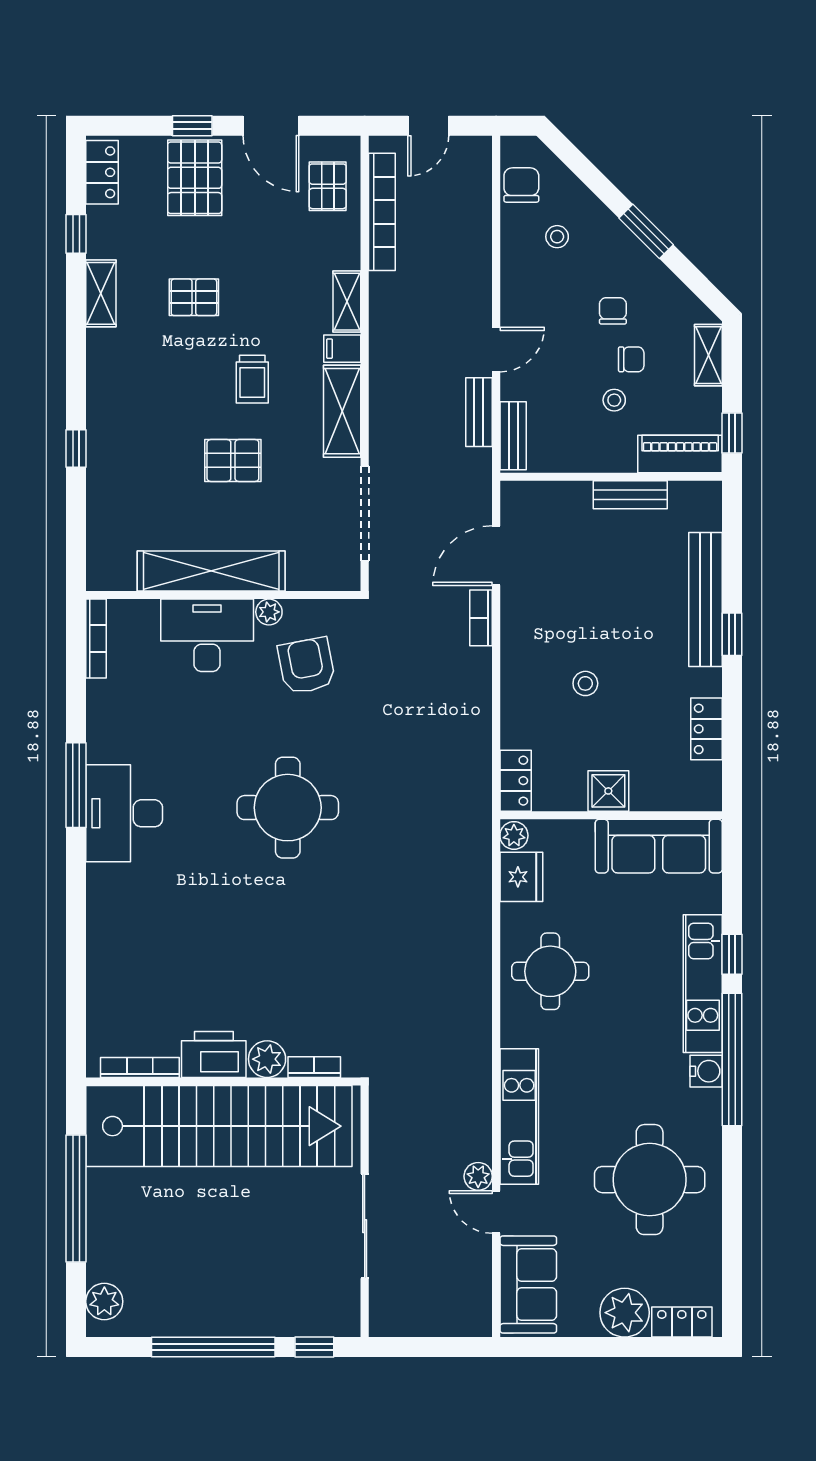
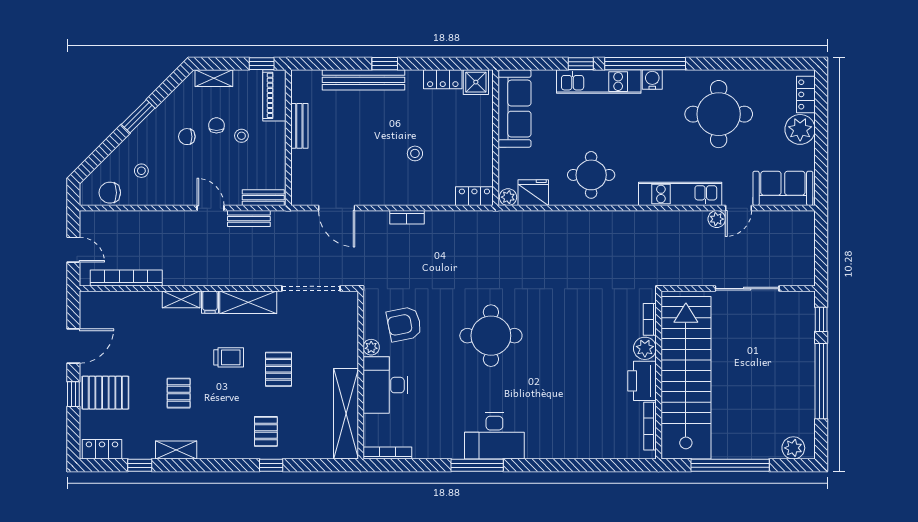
pallet: (328, 186) -> (266, 431), moved, turned 90
shelving: (211, 571) -> (346, 414), moved
bookcase: (481, 618) -> (407, 217), moved
shower: (608, 791) -> (476, 82), moved

